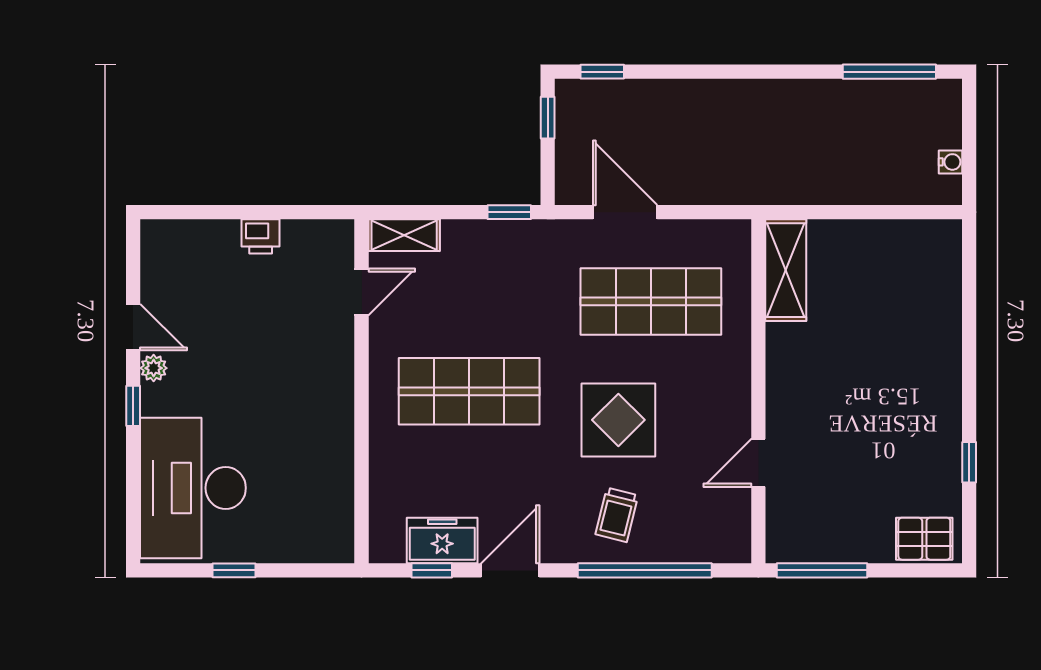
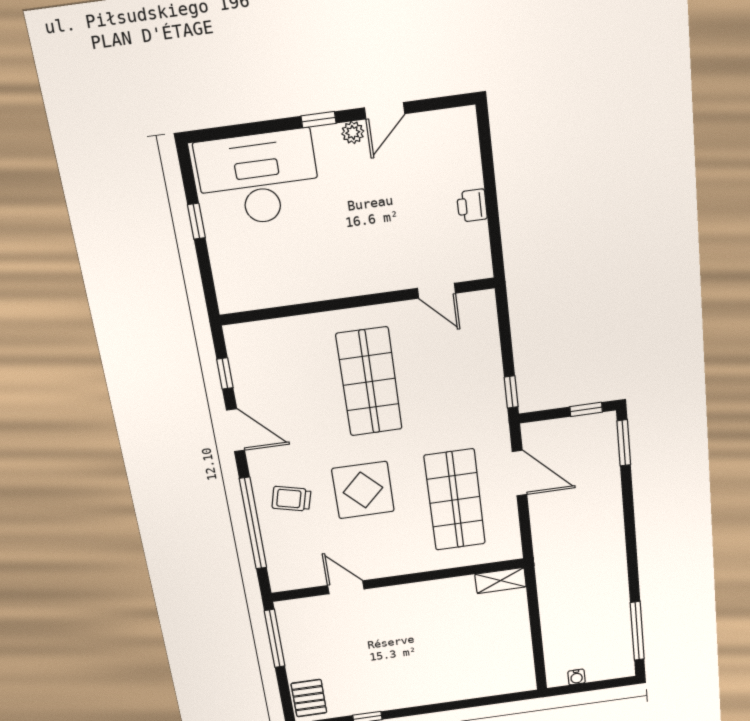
window: (602, 72) -> (624, 443), width x1.50
door: (625, 212) -> (520, 473), hinge flipped
shelving: (404, 235) -> (485, 317), removed
shelving: (786, 270) -> (501, 581), width x0.67, depth x0.75
freezer: (442, 541) -> (250, 378), removed

